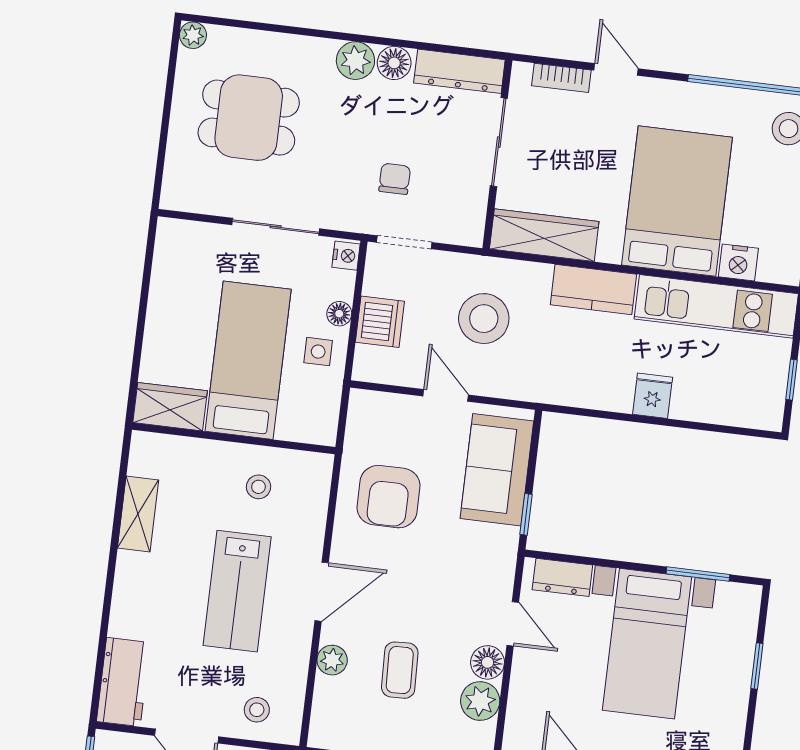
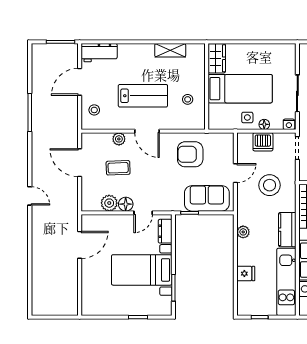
plant: (586, 394) -> (243, 232), added
fridge: (653, 396) -> (246, 274), moved
lab bench: (237, 591) -> (143, 96), turned 180

